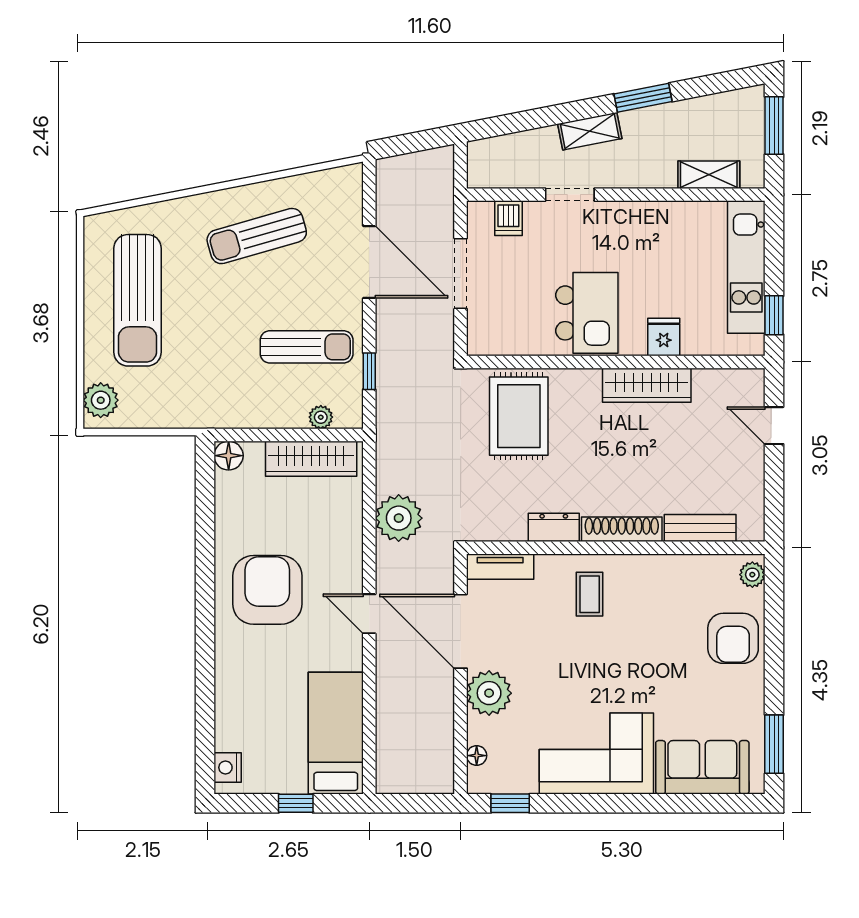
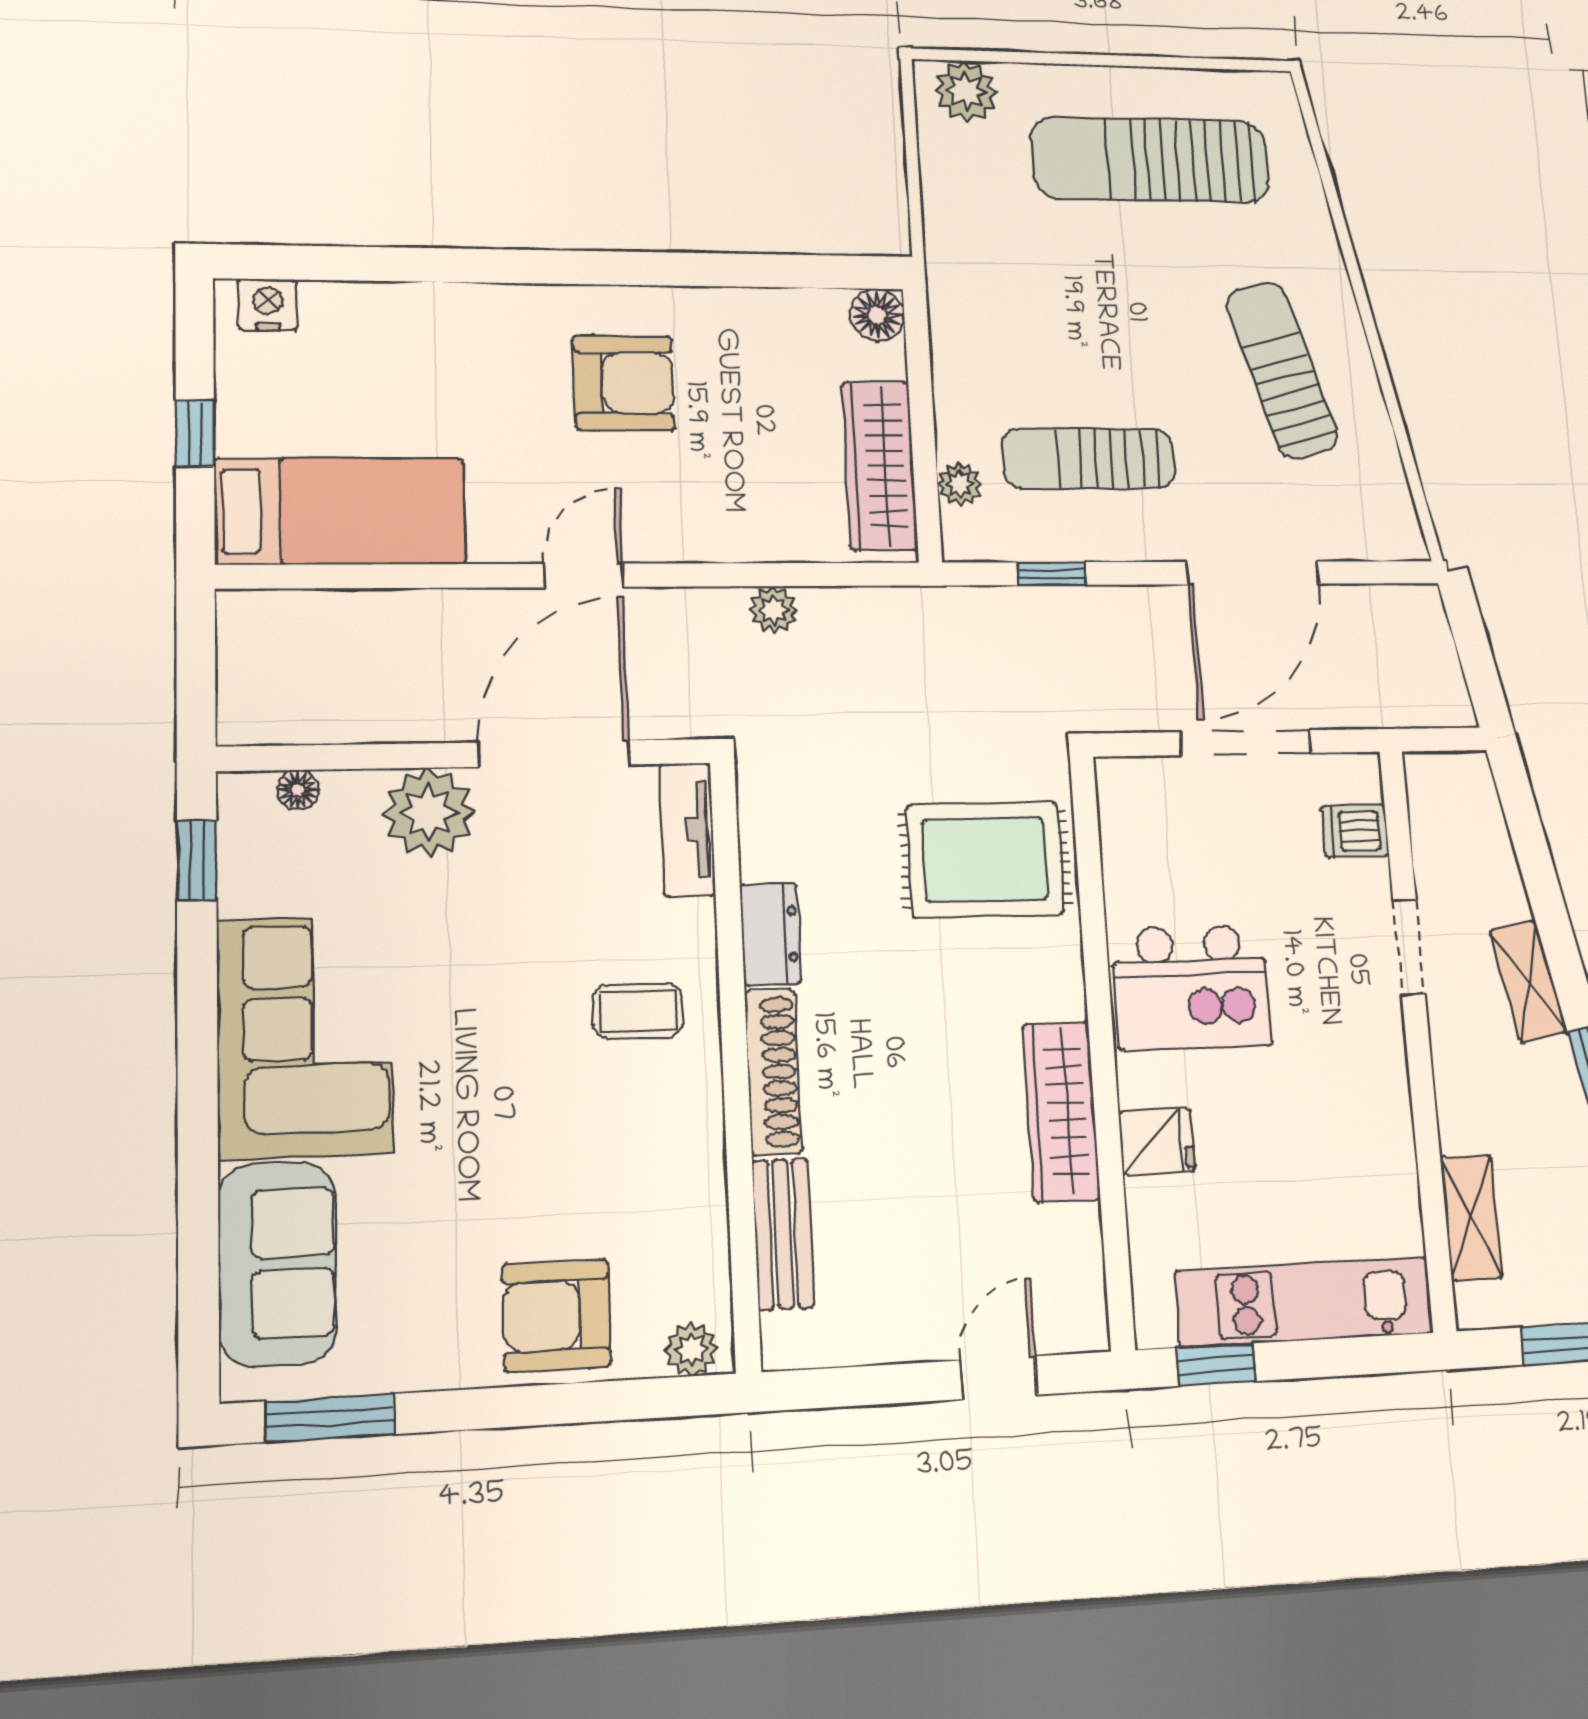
sun lounger: (307, 347) -> (1089, 458), turned 90
plant: (399, 518) -> (773, 610), width x0.53, depth x0.53
armchair: (267, 590) -> (624, 383), width x0.73, depth x0.73

